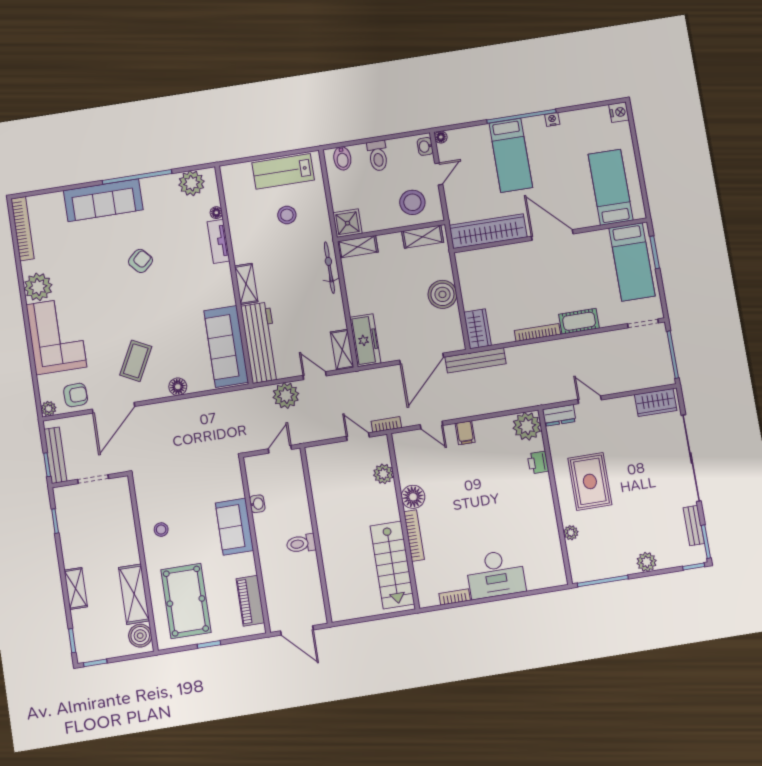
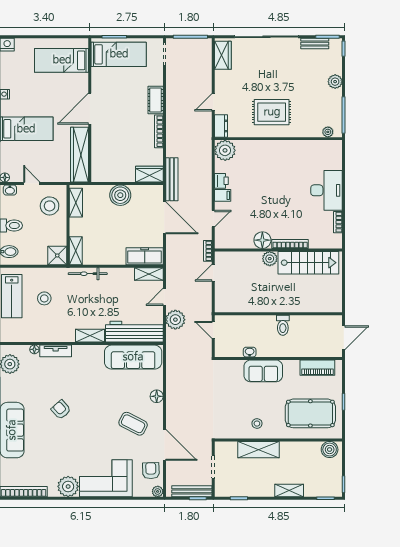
printer: (538, 462) -> (221, 181), moved, turned -90
plant: (383, 474) -> (270, 259), moved
plant: (571, 533) -> (328, 132), moved
shelving: (134, 594) -> (258, 450), moved

